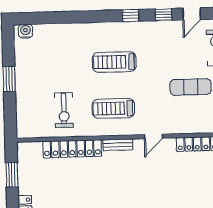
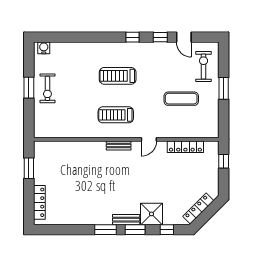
door: (192, 14) -> (184, 37), hinge flipped
exercise bike: (64, 110) -> (47, 88), moved
locker: (72, 149) -> (80, 148), removed

